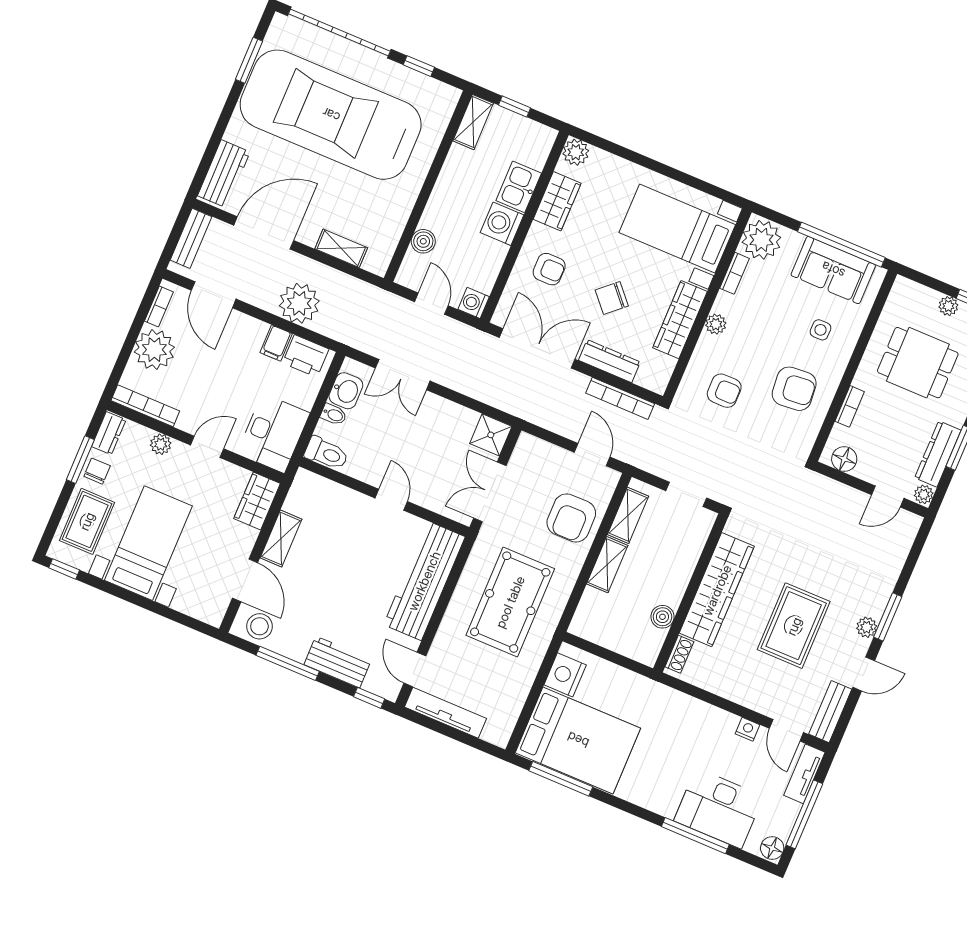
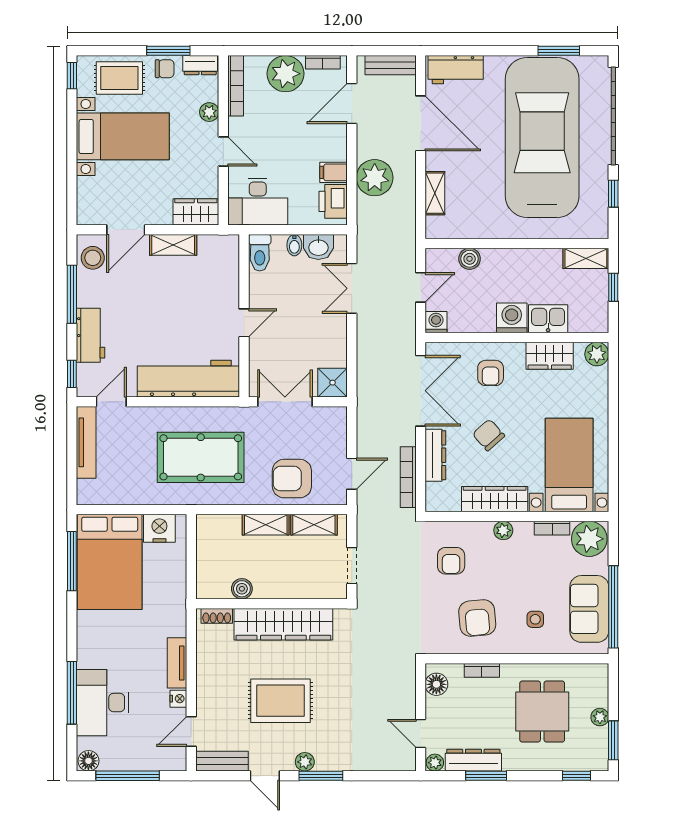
tv unit: (804, 774) -> (177, 663), moved, turned -90

